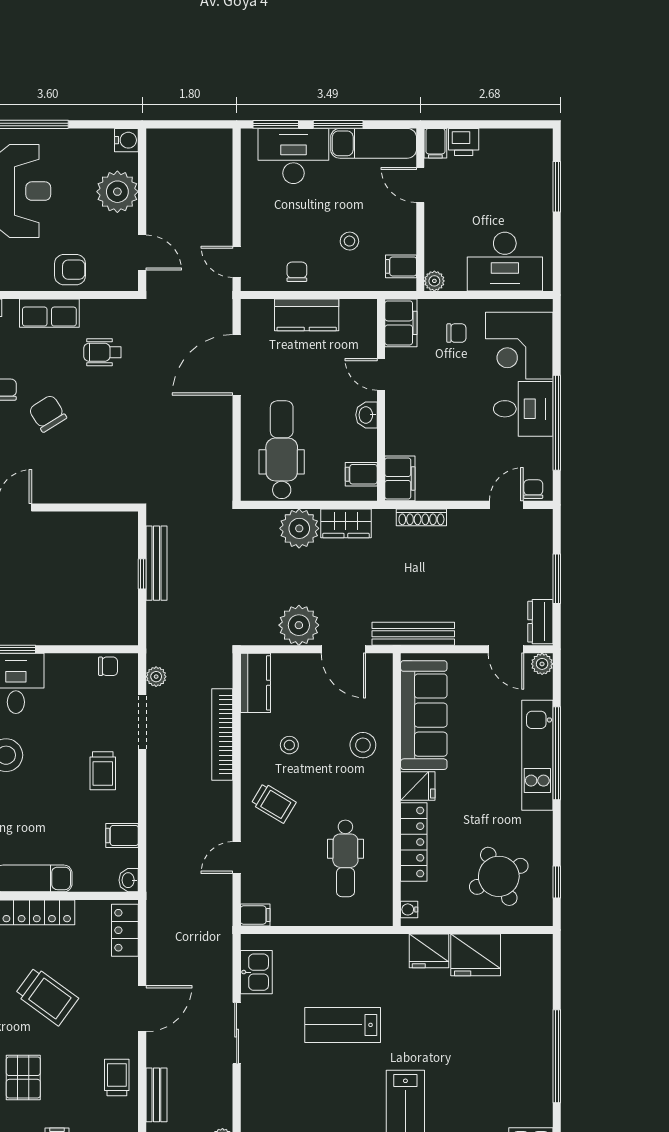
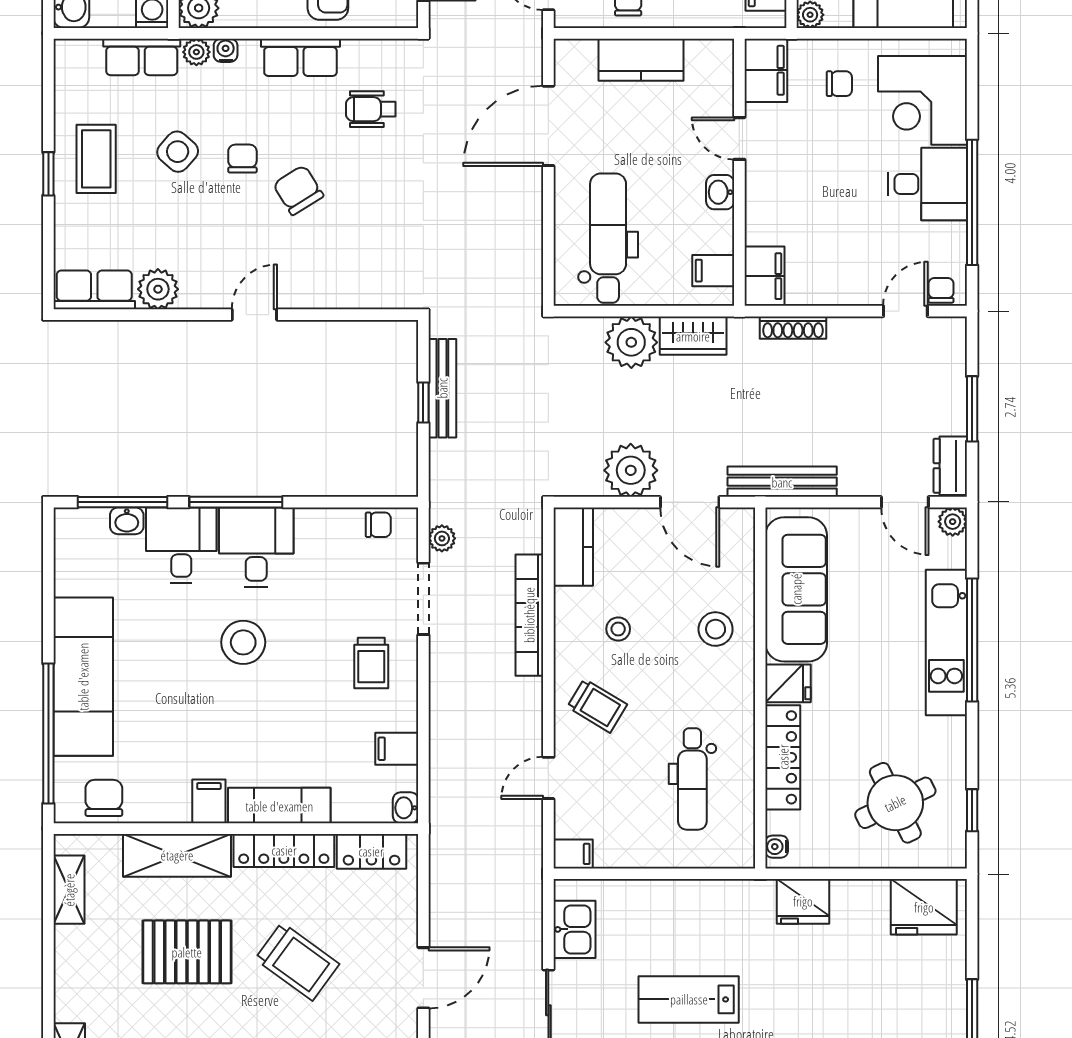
locker: (125, 930) -> (371, 851), moved, turned -90
fridge: (476, 955) -> (924, 907), moved

